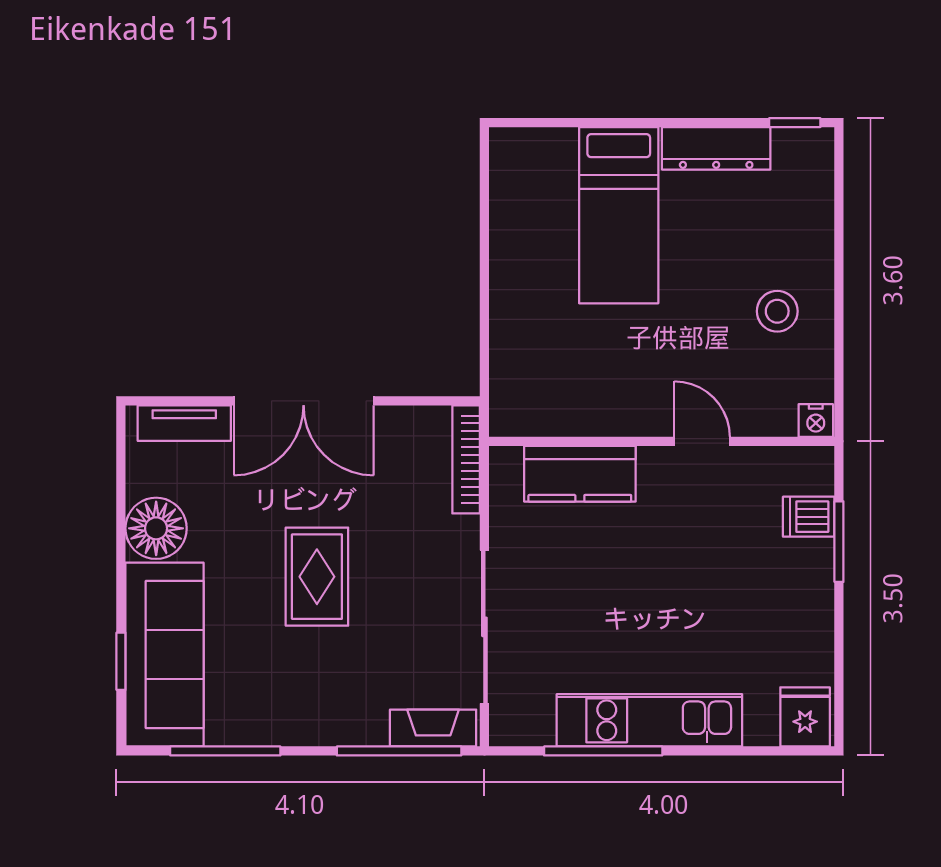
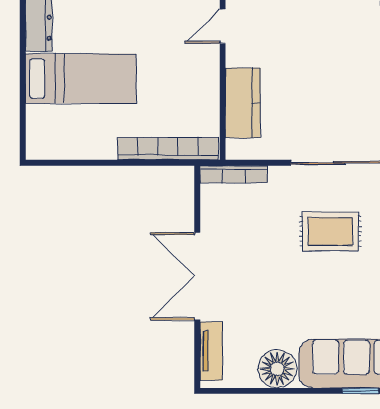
bookcase: (507, 354) -> (168, 149), added
double door: (304, 401) -> (197, 276), swing flipped
rug: (317, 577) -> (330, 231), moved

